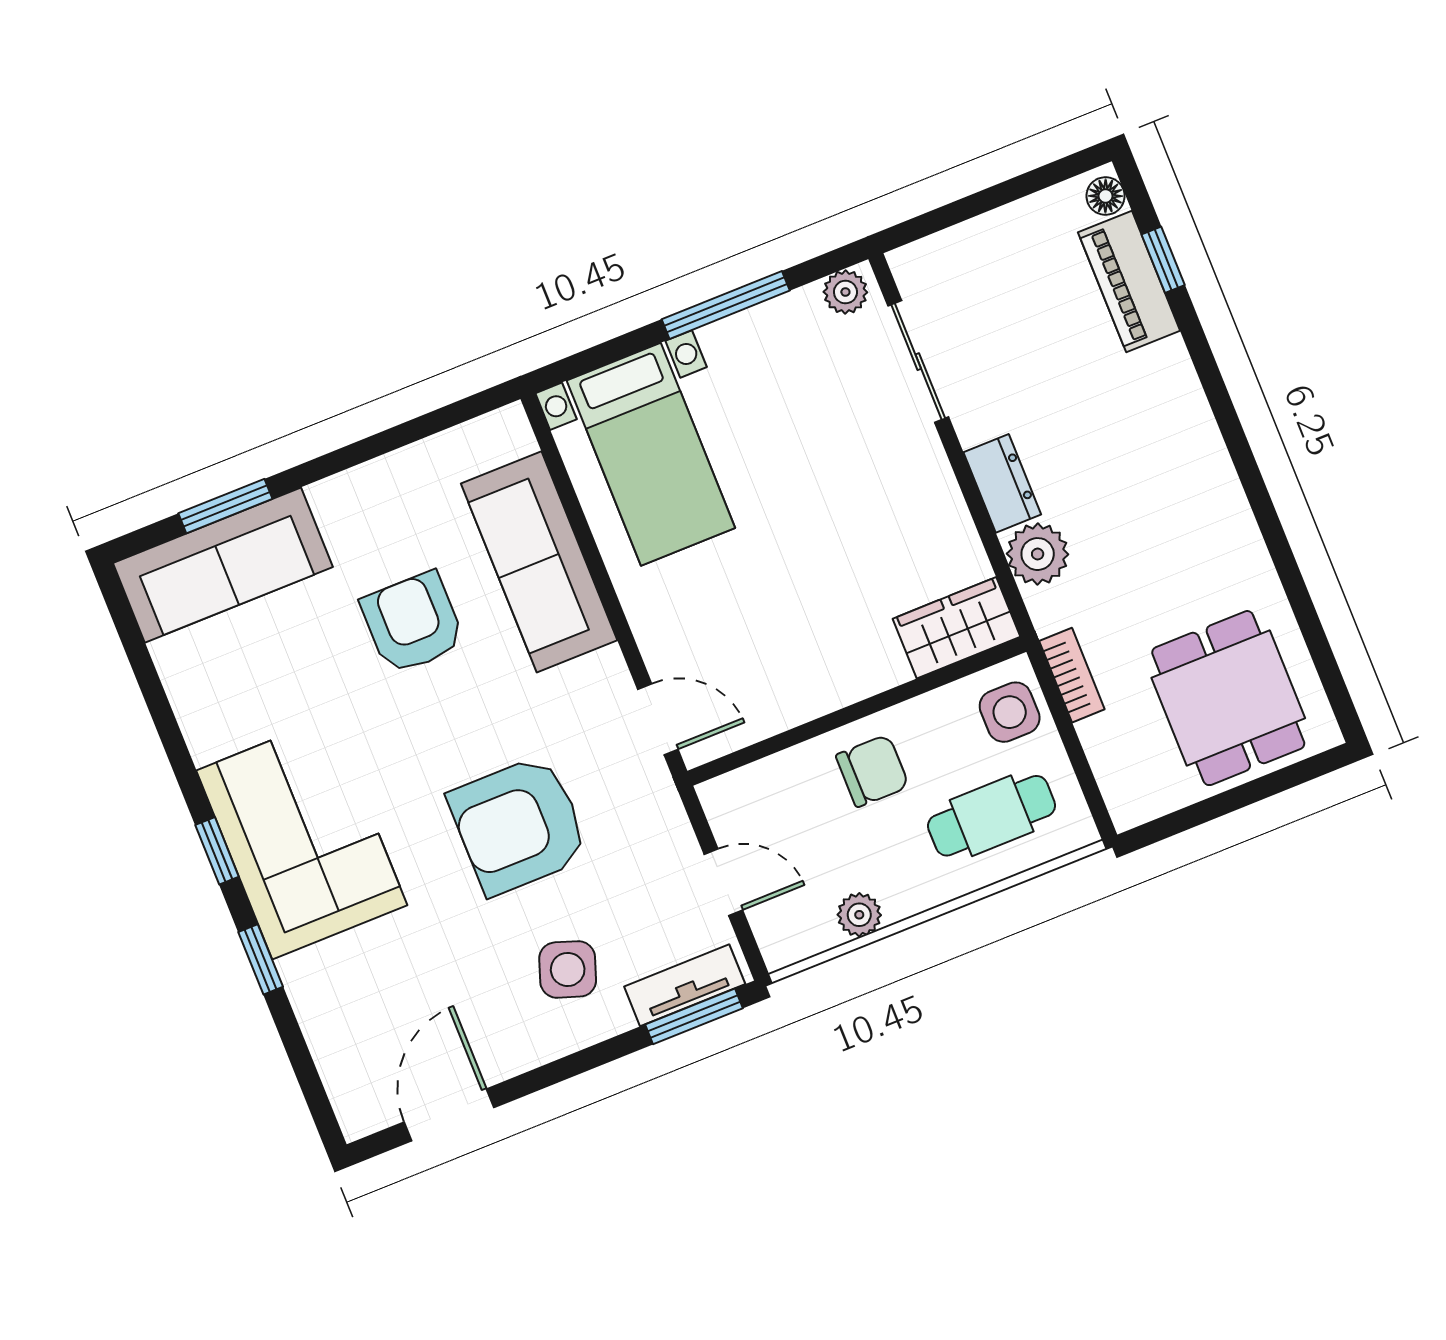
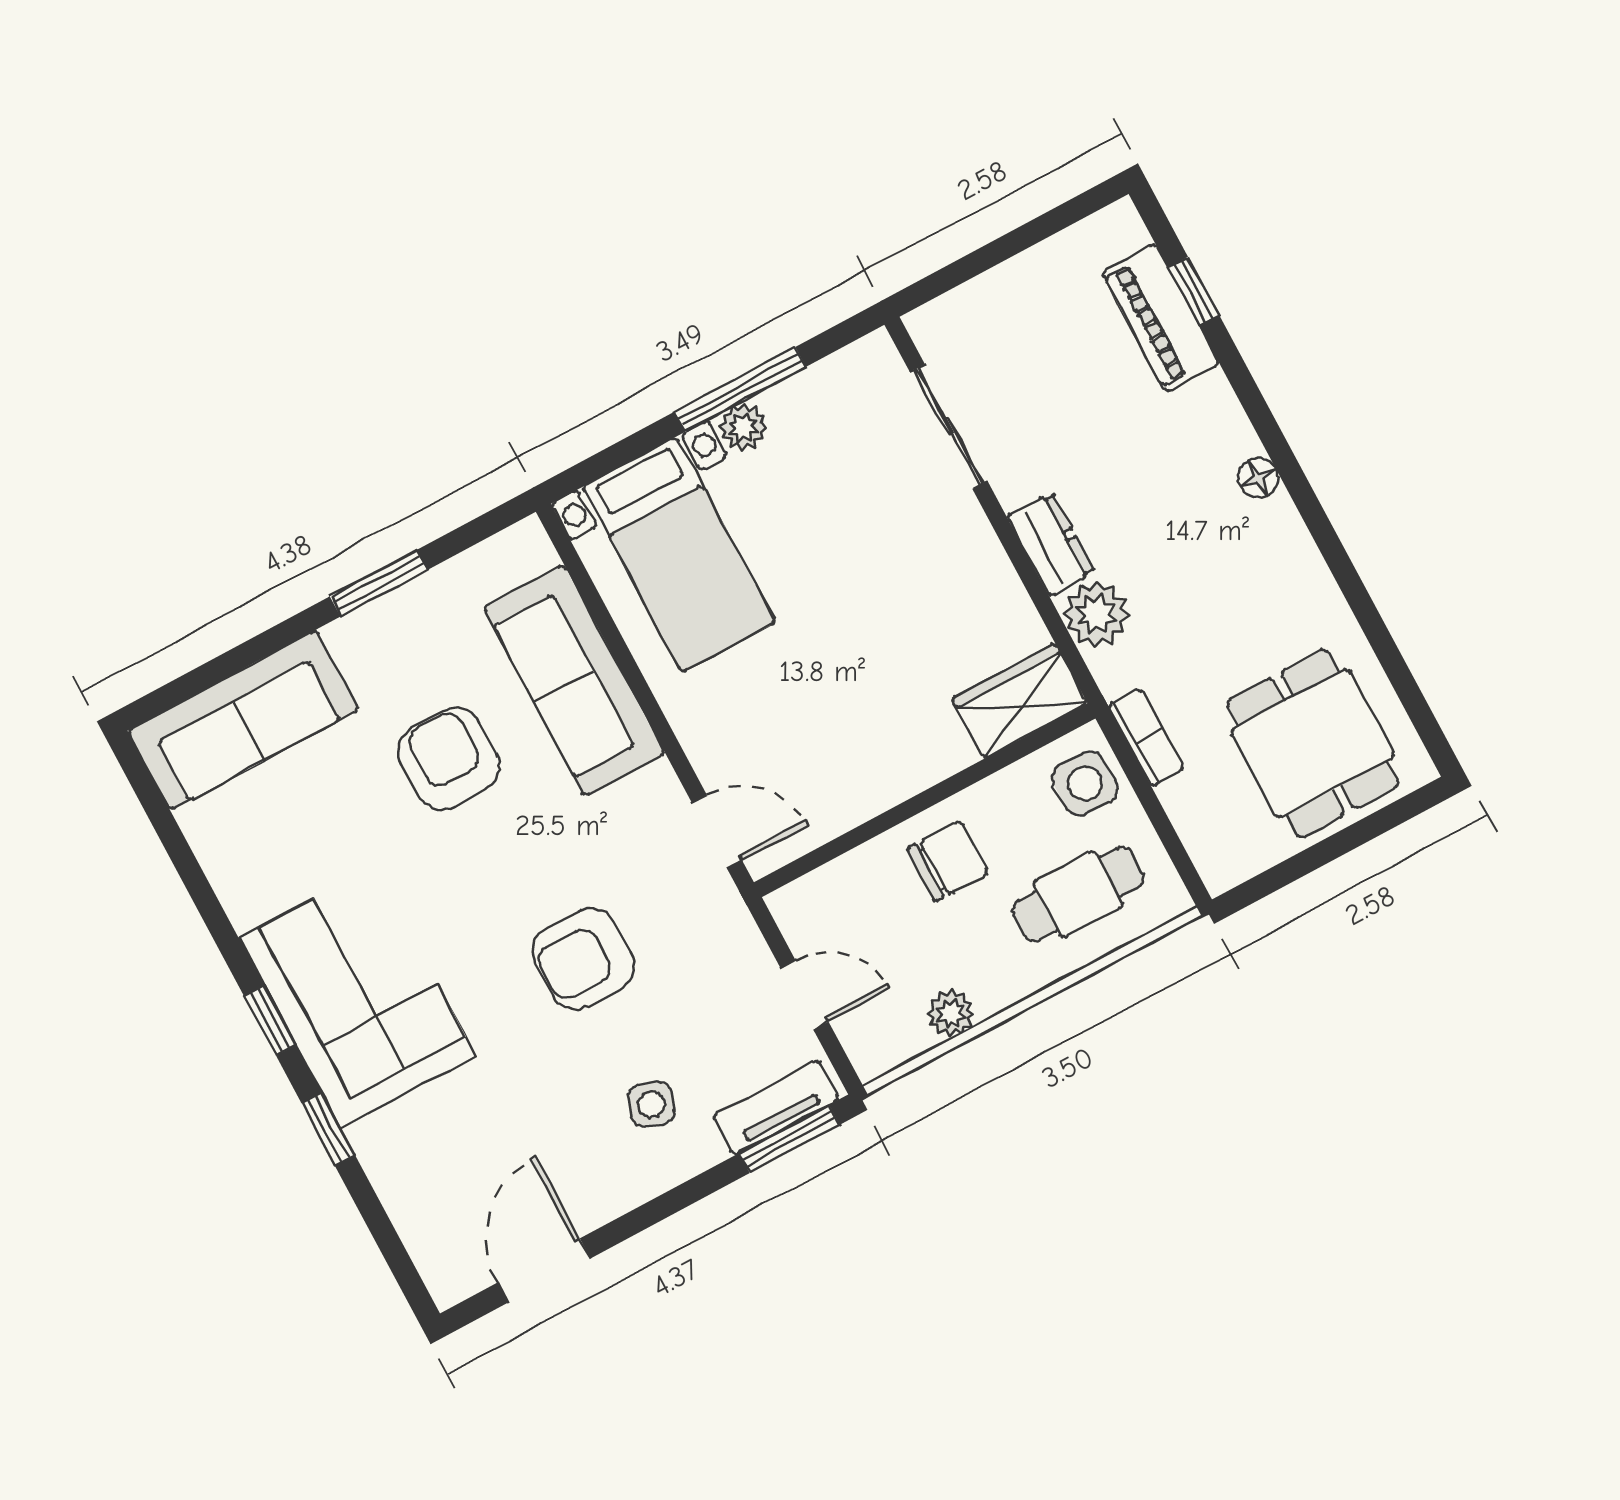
floor lamp: (1106, 196) -> (1258, 478), moved
plant: (845, 292) -> (743, 427), moved
window: (225, 506) -> (379, 583), moved
armchair: (519, 825) -> (583, 959), width x0.73, depth x0.73
side table: (568, 969) -> (651, 1104), width x0.73, depth x0.73

